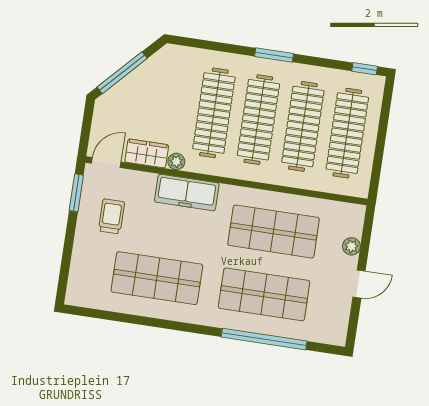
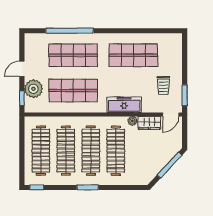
window: (367, 232) -> (22, 98), added
plant: (351, 246) -> (33, 89), width x1.88, depth x1.88

